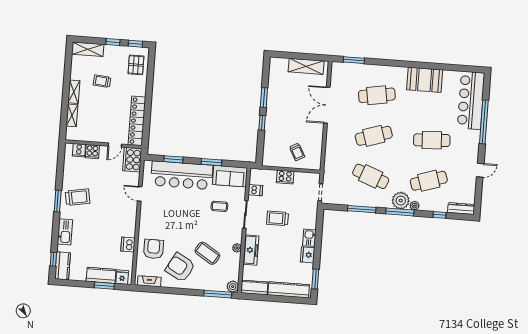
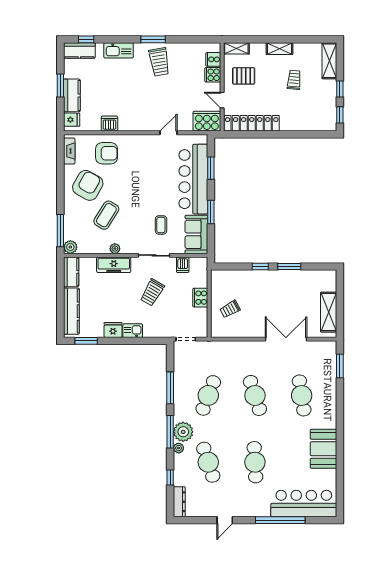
pallet: (136, 65) -> (244, 76), moved
shelving: (72, 115) -> (236, 48), moved
door: (480, 170) -> (225, 520), hinge flipped
trolley: (277, 218) -> (152, 292), turned -150
window: (104, 286) -> (60, 86), moved

